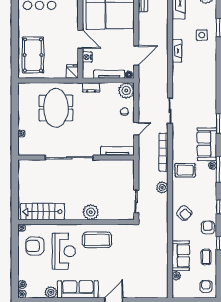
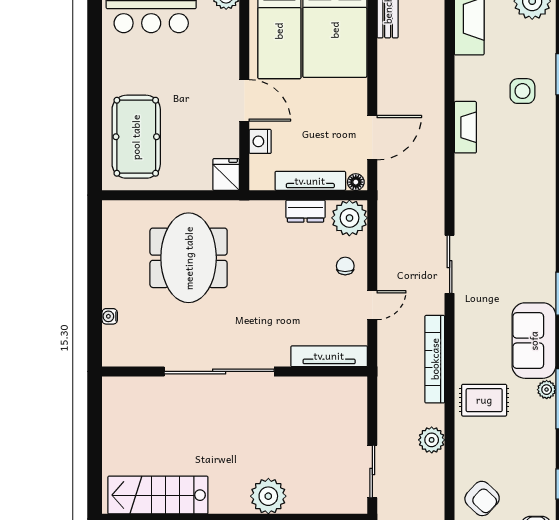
dresser: (91, 87) -> (305, 211), moved

